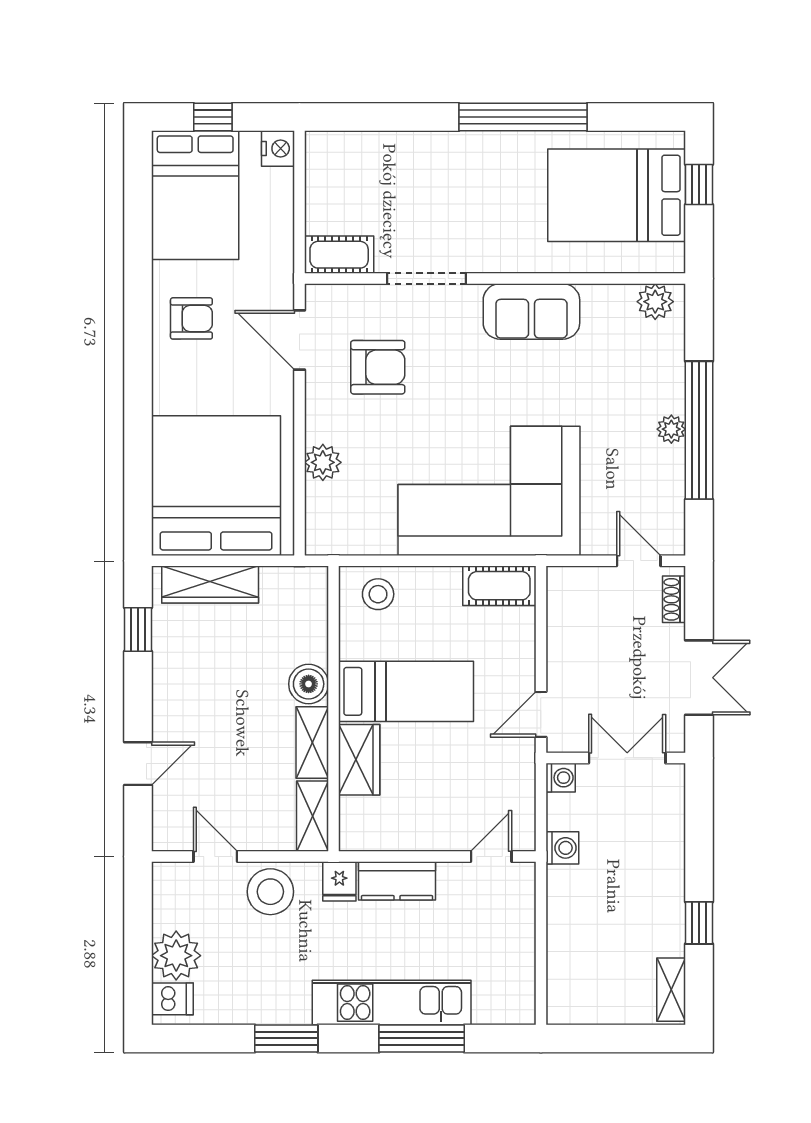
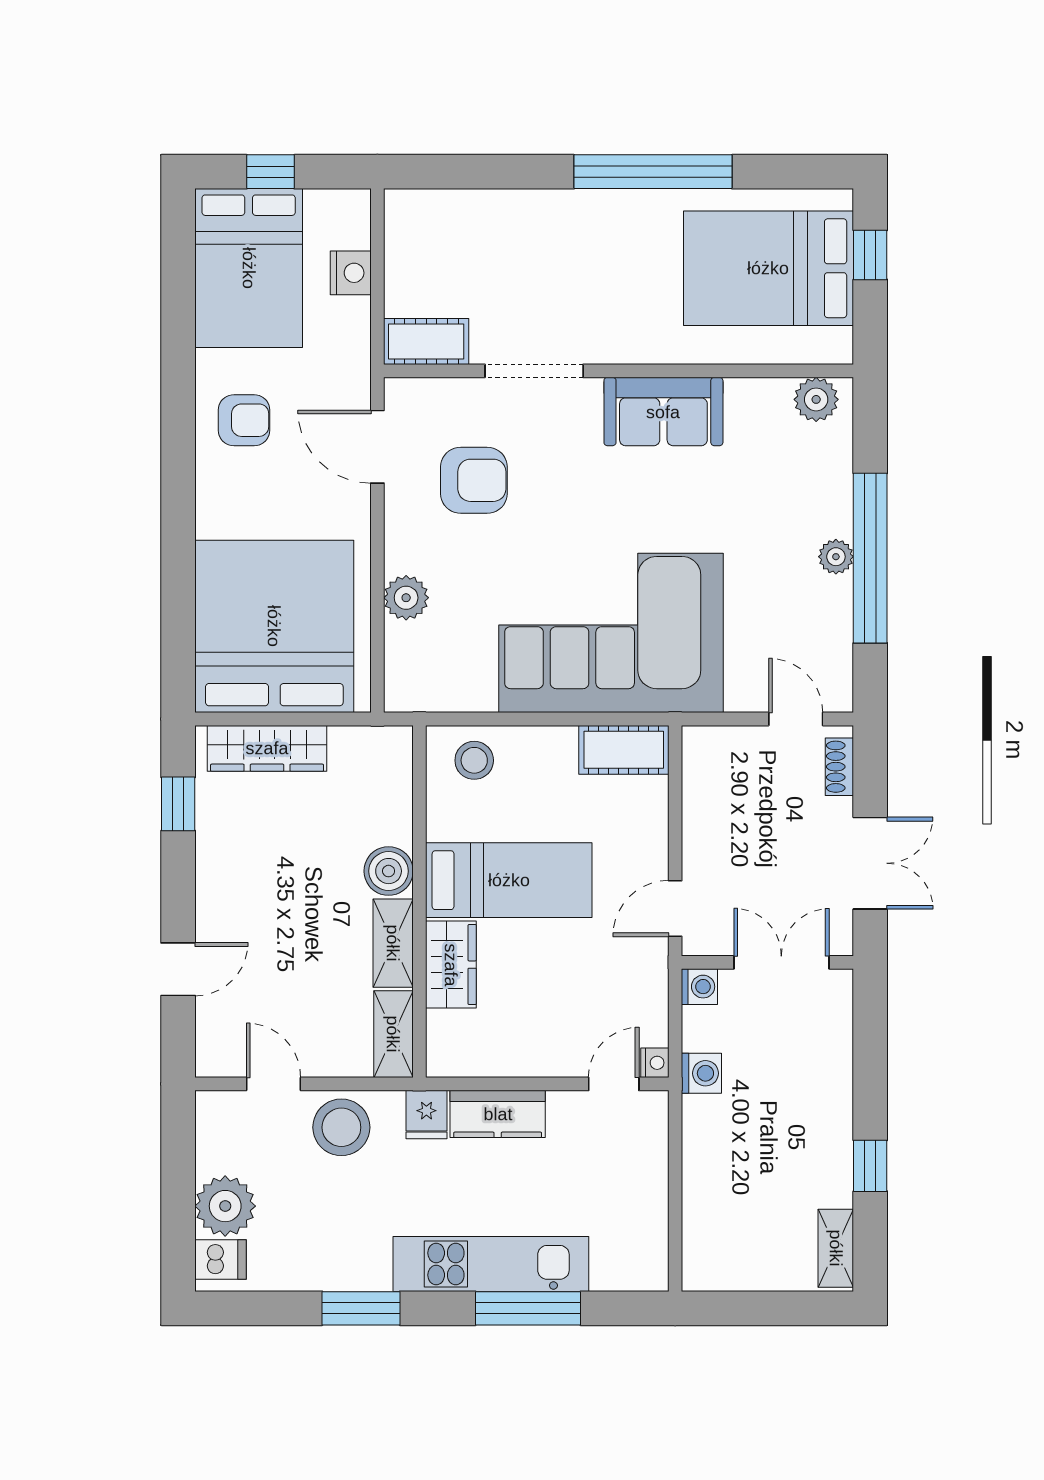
nightstand: (278, 148) -> (351, 273), moved
nightstand: (524, 839) -> (655, 1063), added

